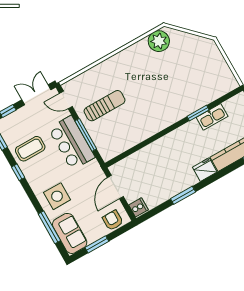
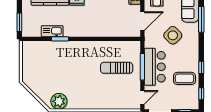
door: (66, 100) -> (142, 97), hinge flipped
sun lounger: (105, 106) -> (117, 68), moved
side table: (57, 196) -> (173, 35), moved, turned 45

